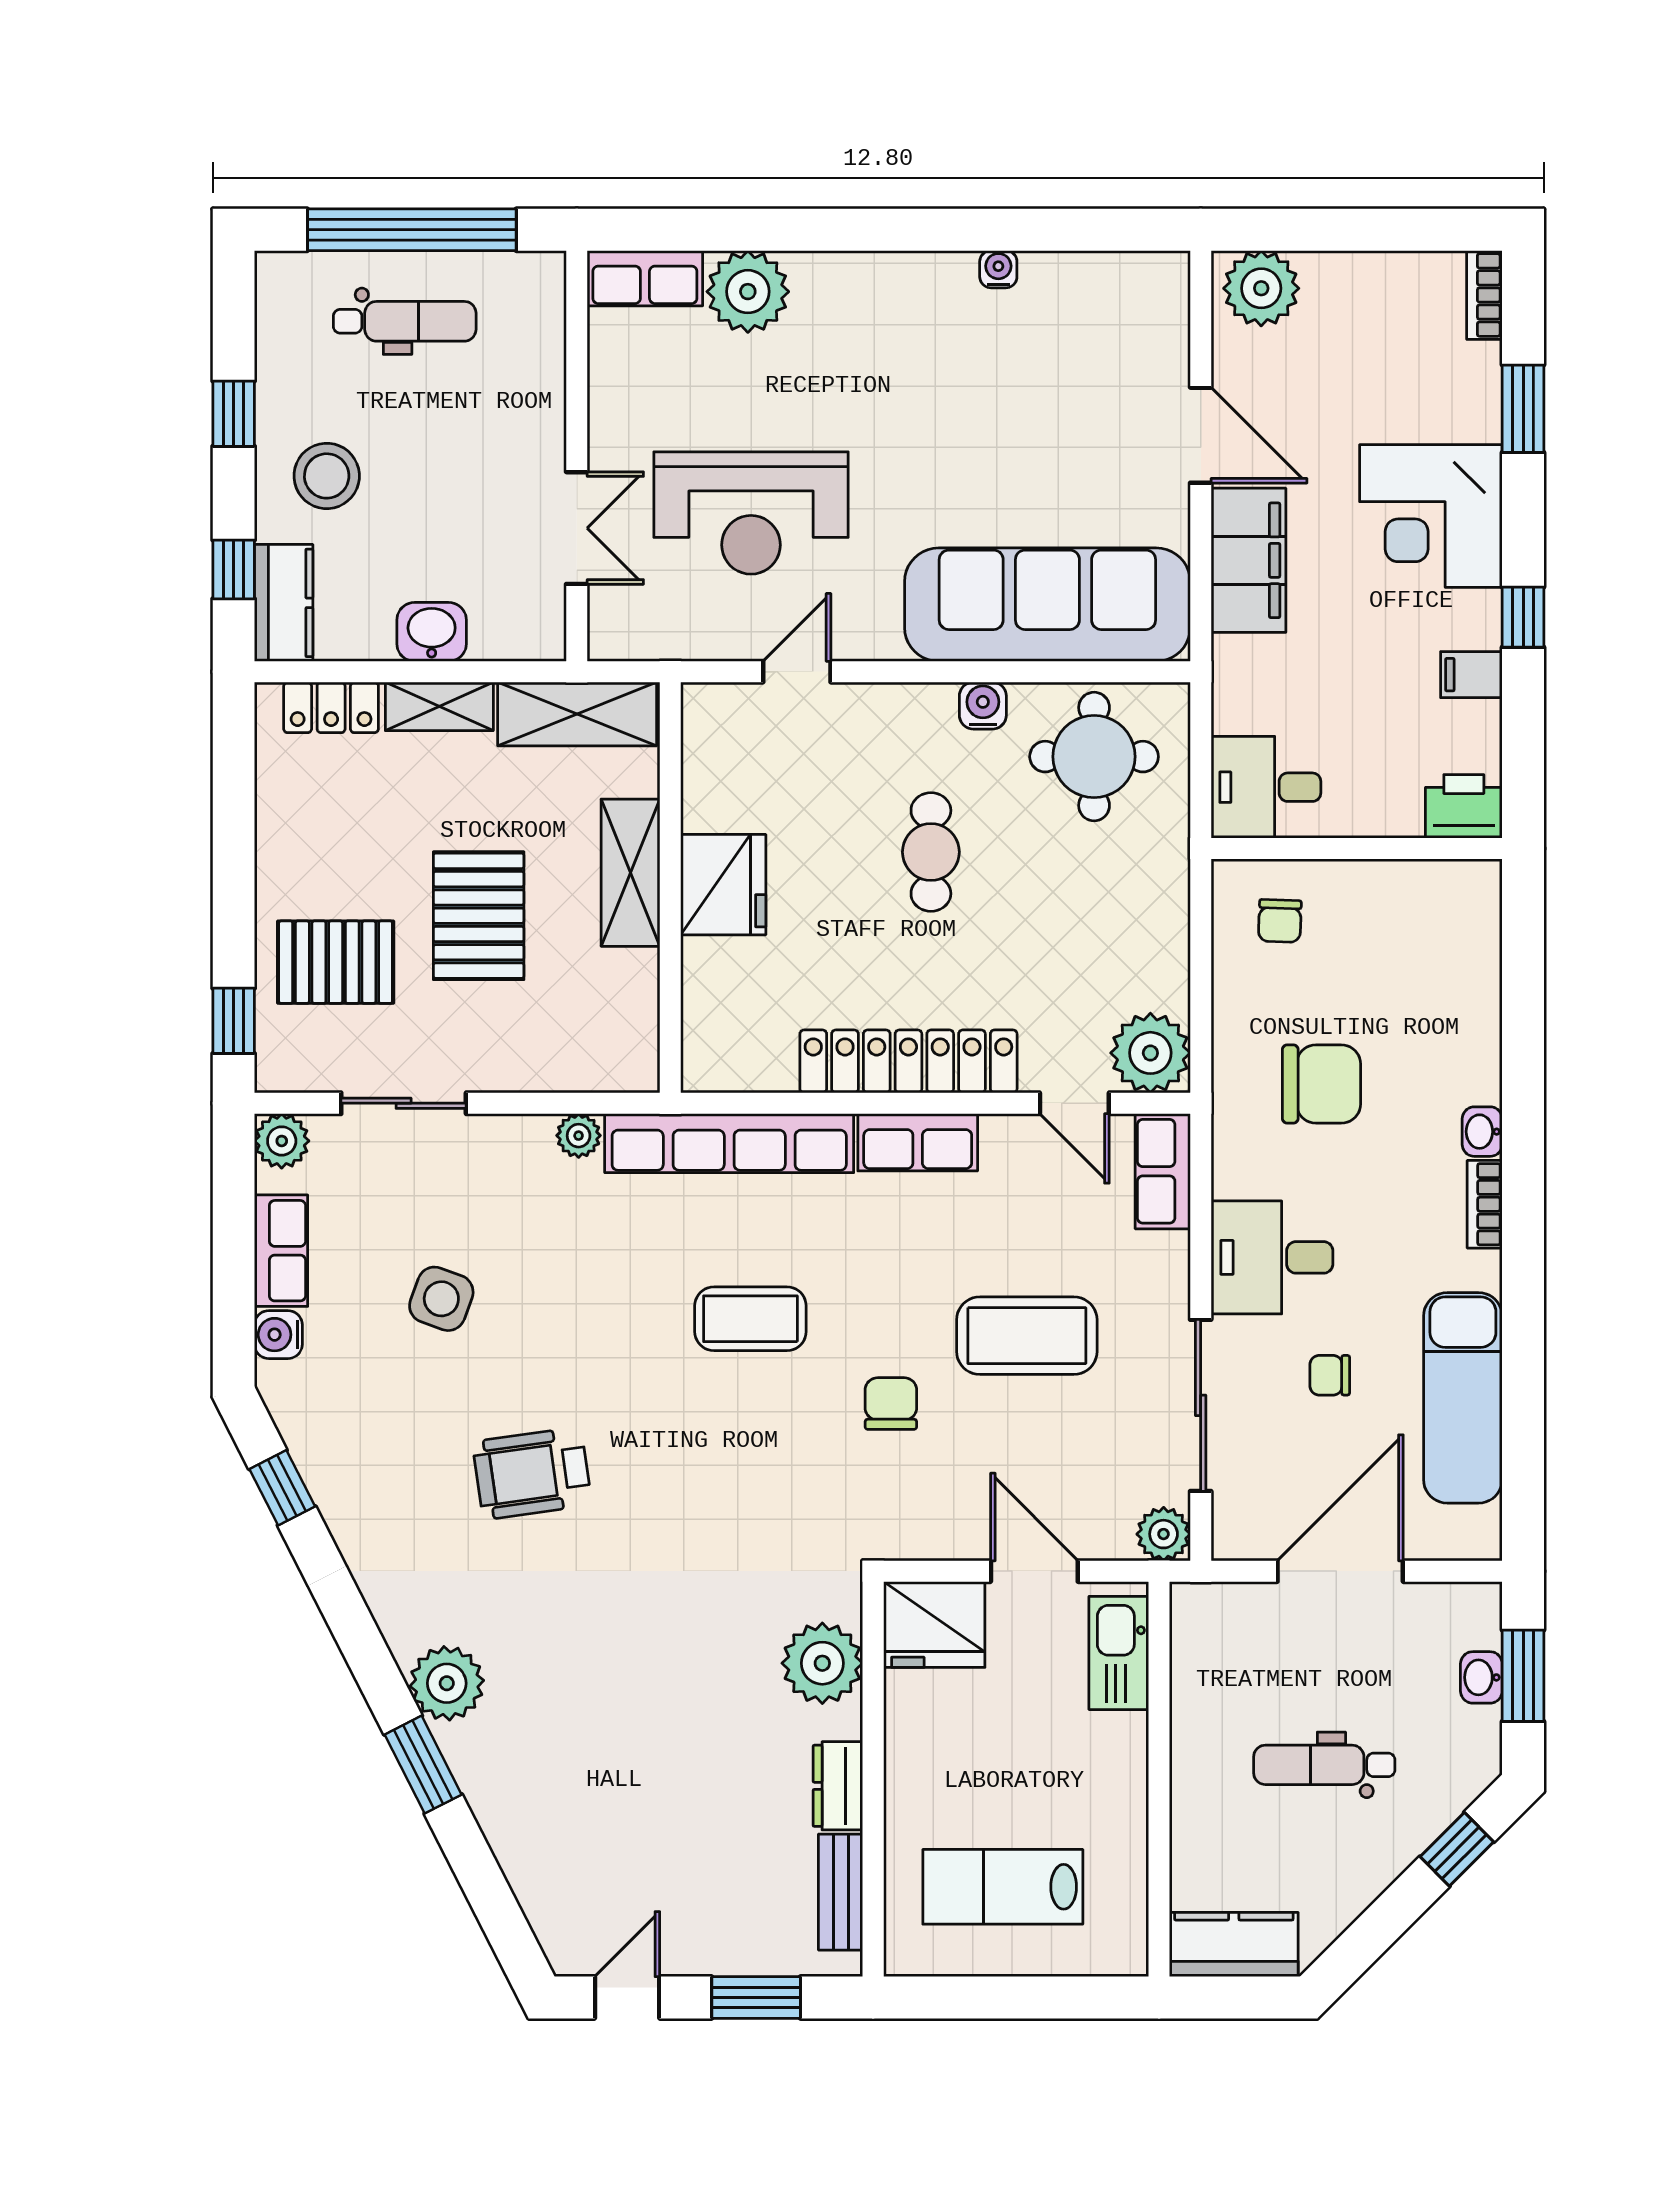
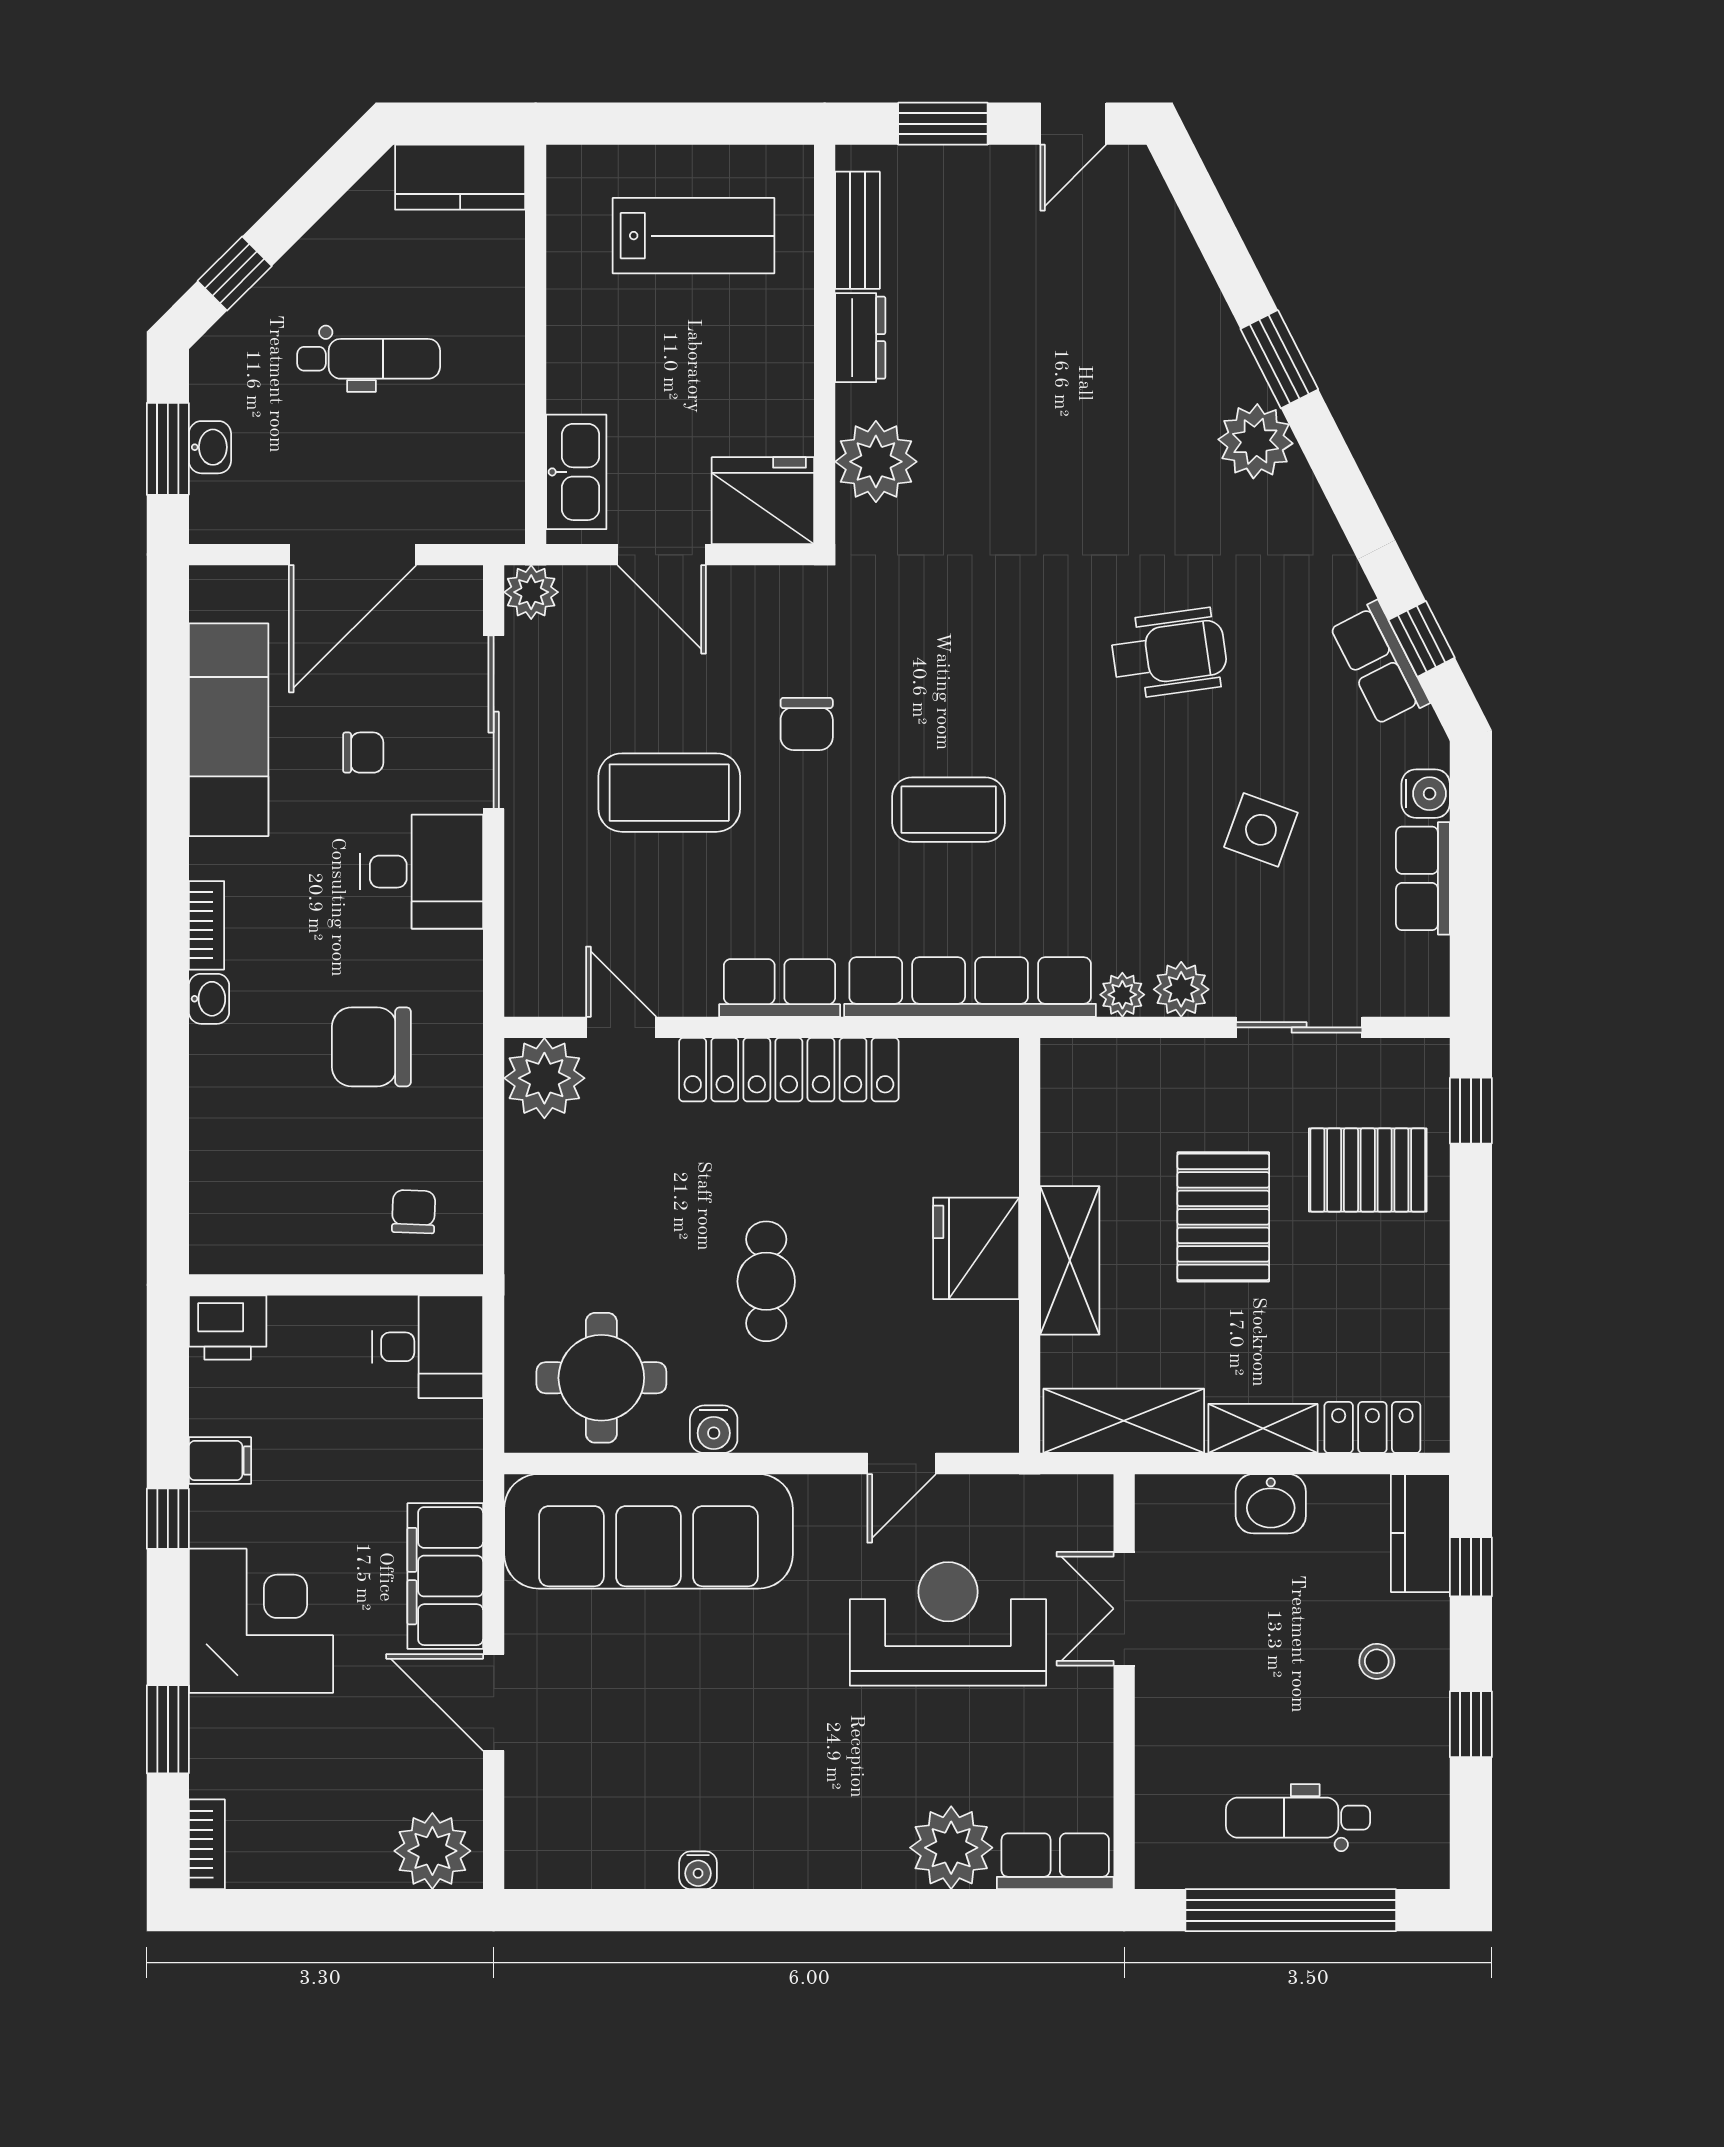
stool: (327, 476) -> (1377, 1661), width x0.53, depth x0.53
plant: (282, 1141) -> (1181, 989), moved
row of seats: (1163, 1171) -> (1379, 664), moved, turned 153

